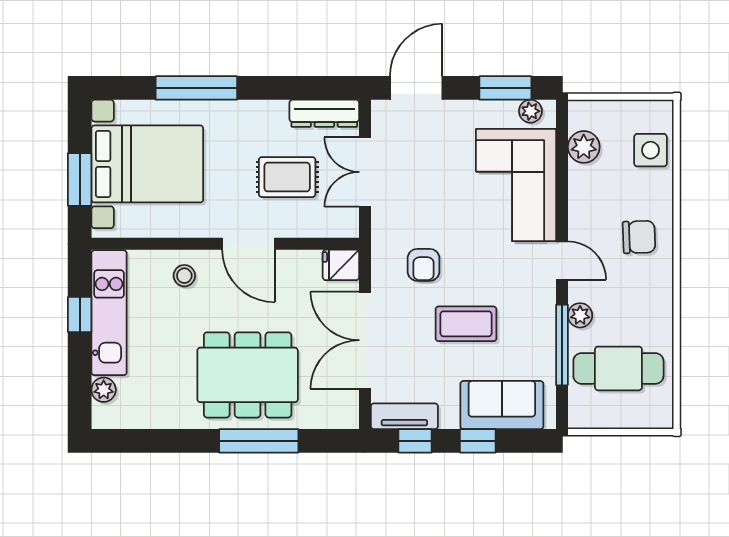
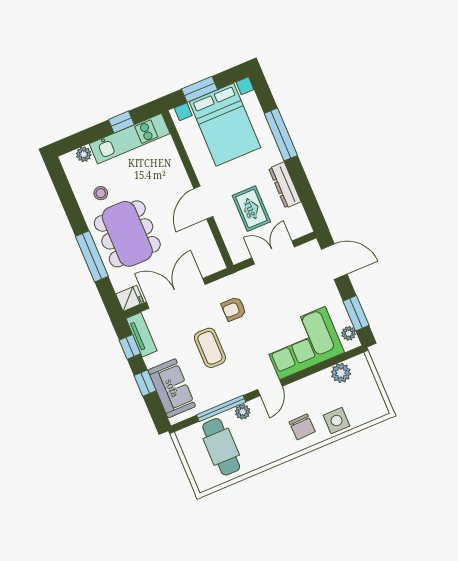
dresser: (324, 113) -> (285, 185), moved
side table: (650, 150) -> (337, 421), moved
fridge: (341, 265) -> (130, 298), moved, turned 90
stool: (184, 276) -> (101, 193), moved

